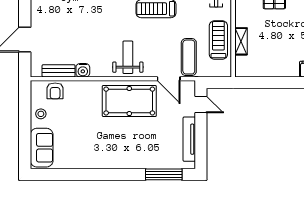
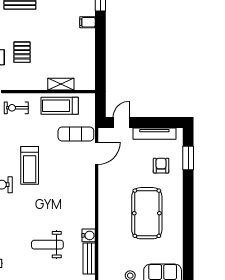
weight bench: (128, 57) -> (47, 245), moved
armchair: (55, 91) -> (161, 166), moved, turned -90
pool table: (129, 101) -> (147, 213), moved
window: (164, 174) -> (188, 158), width x0.69

